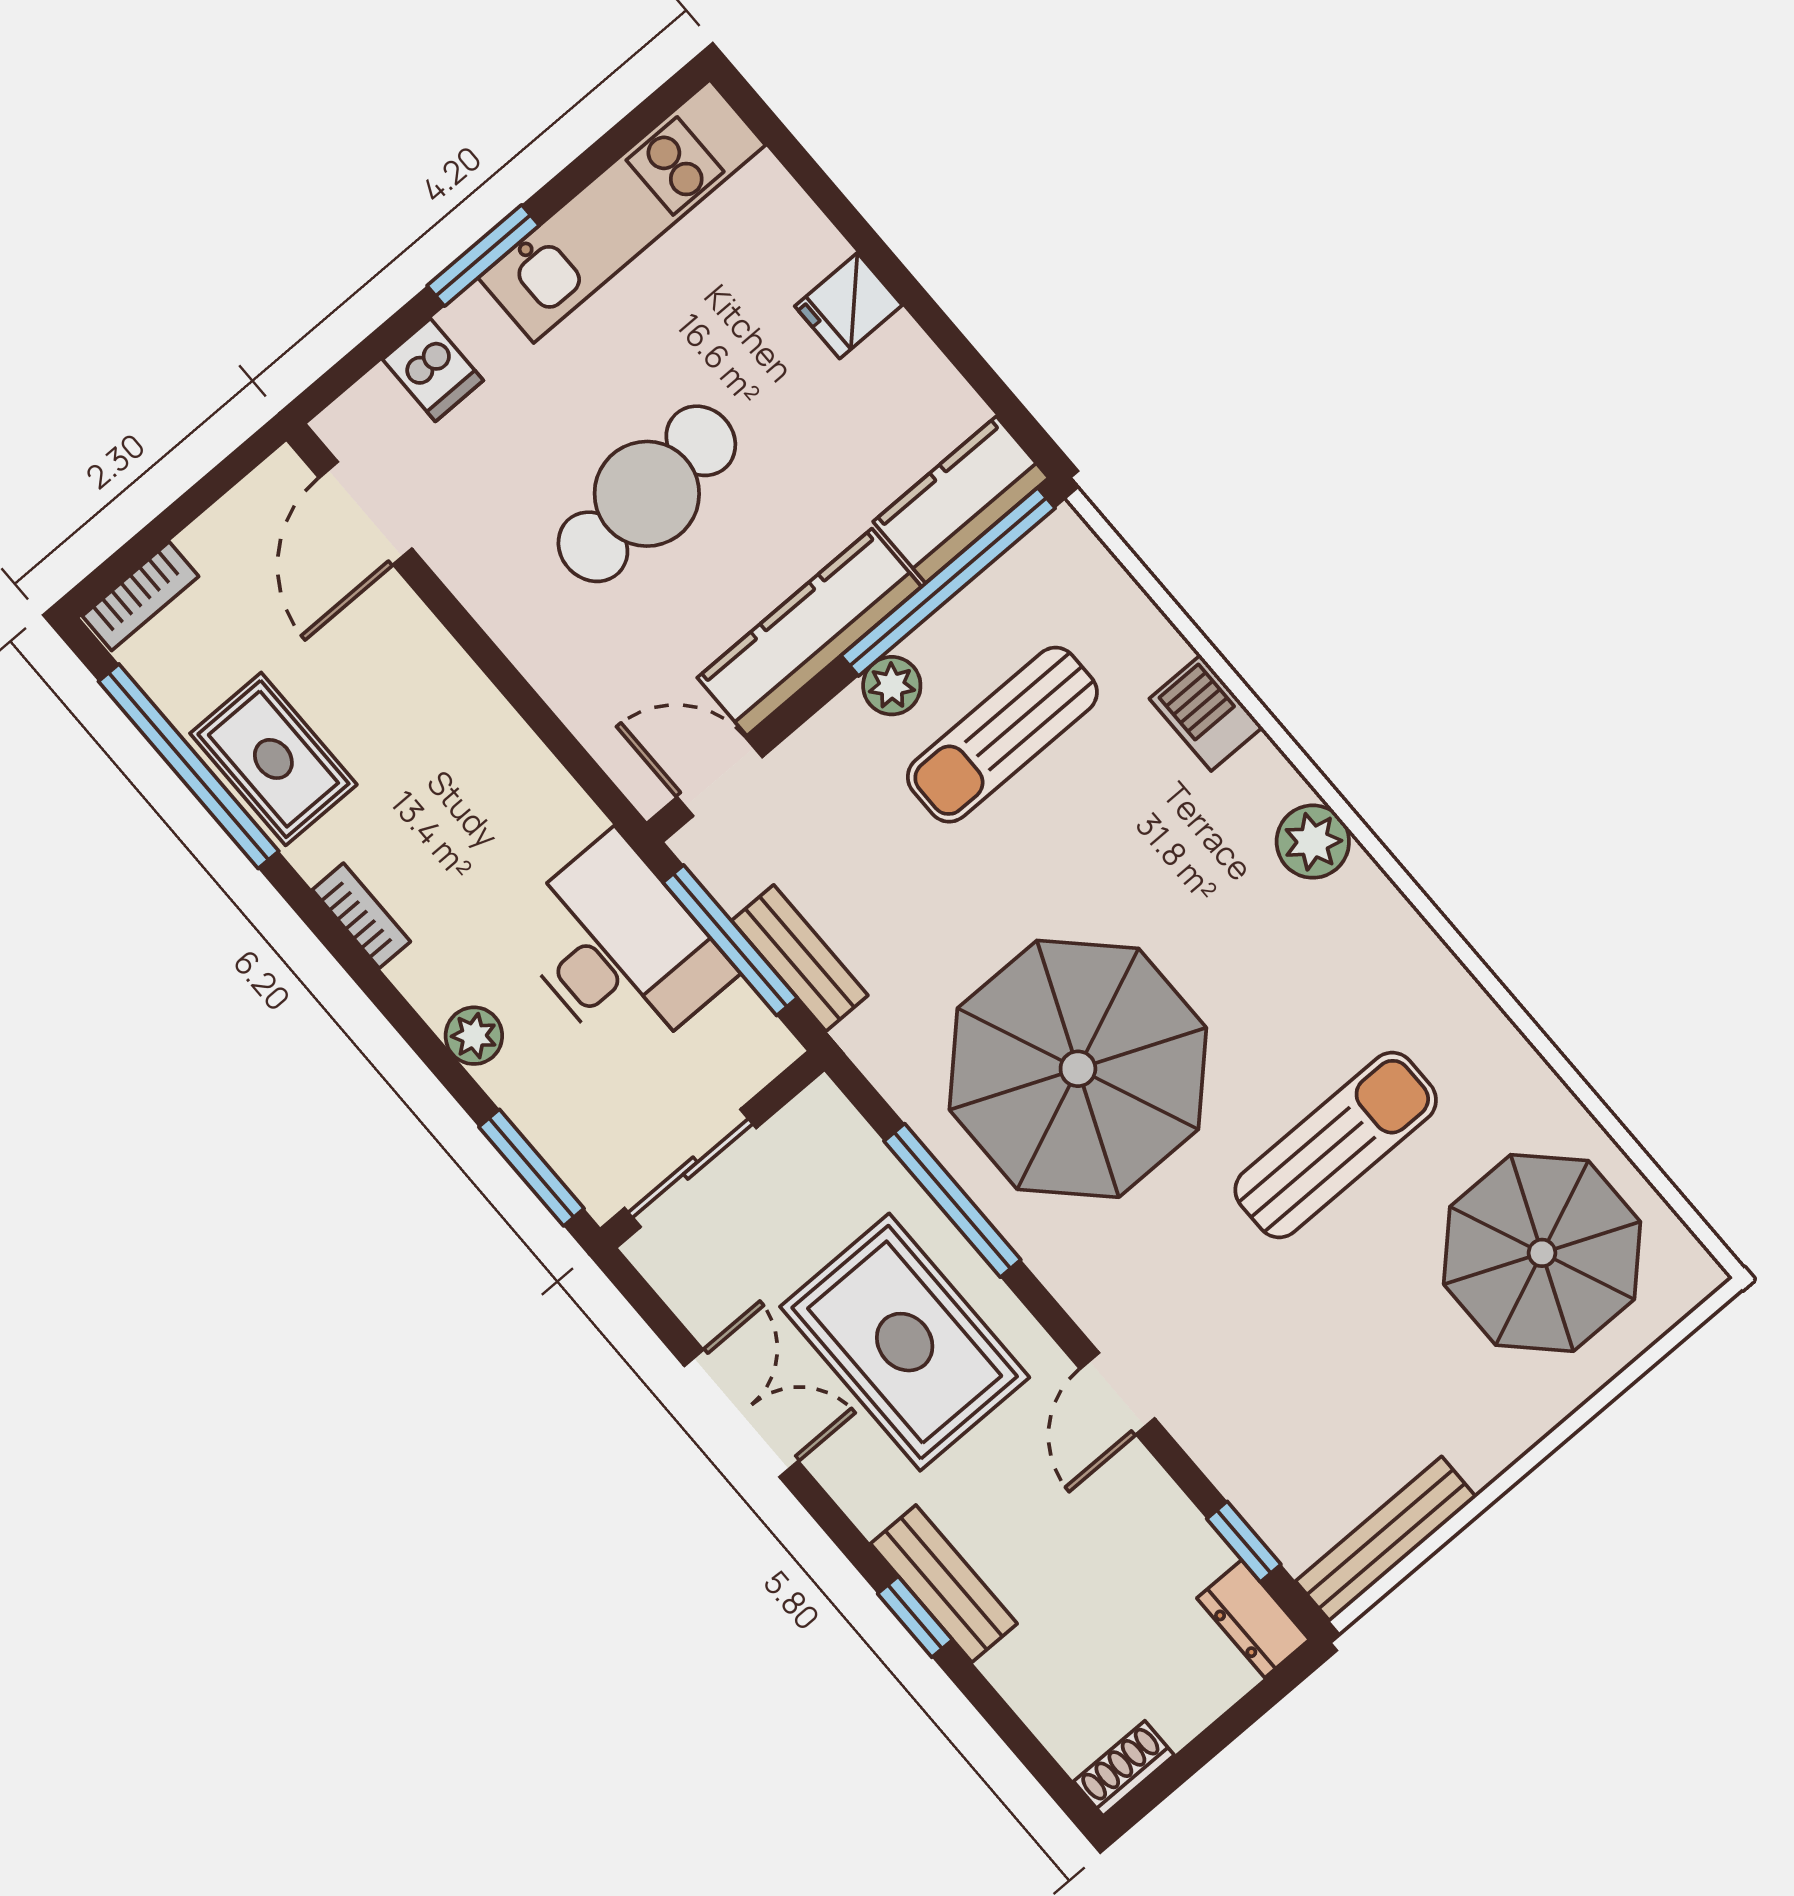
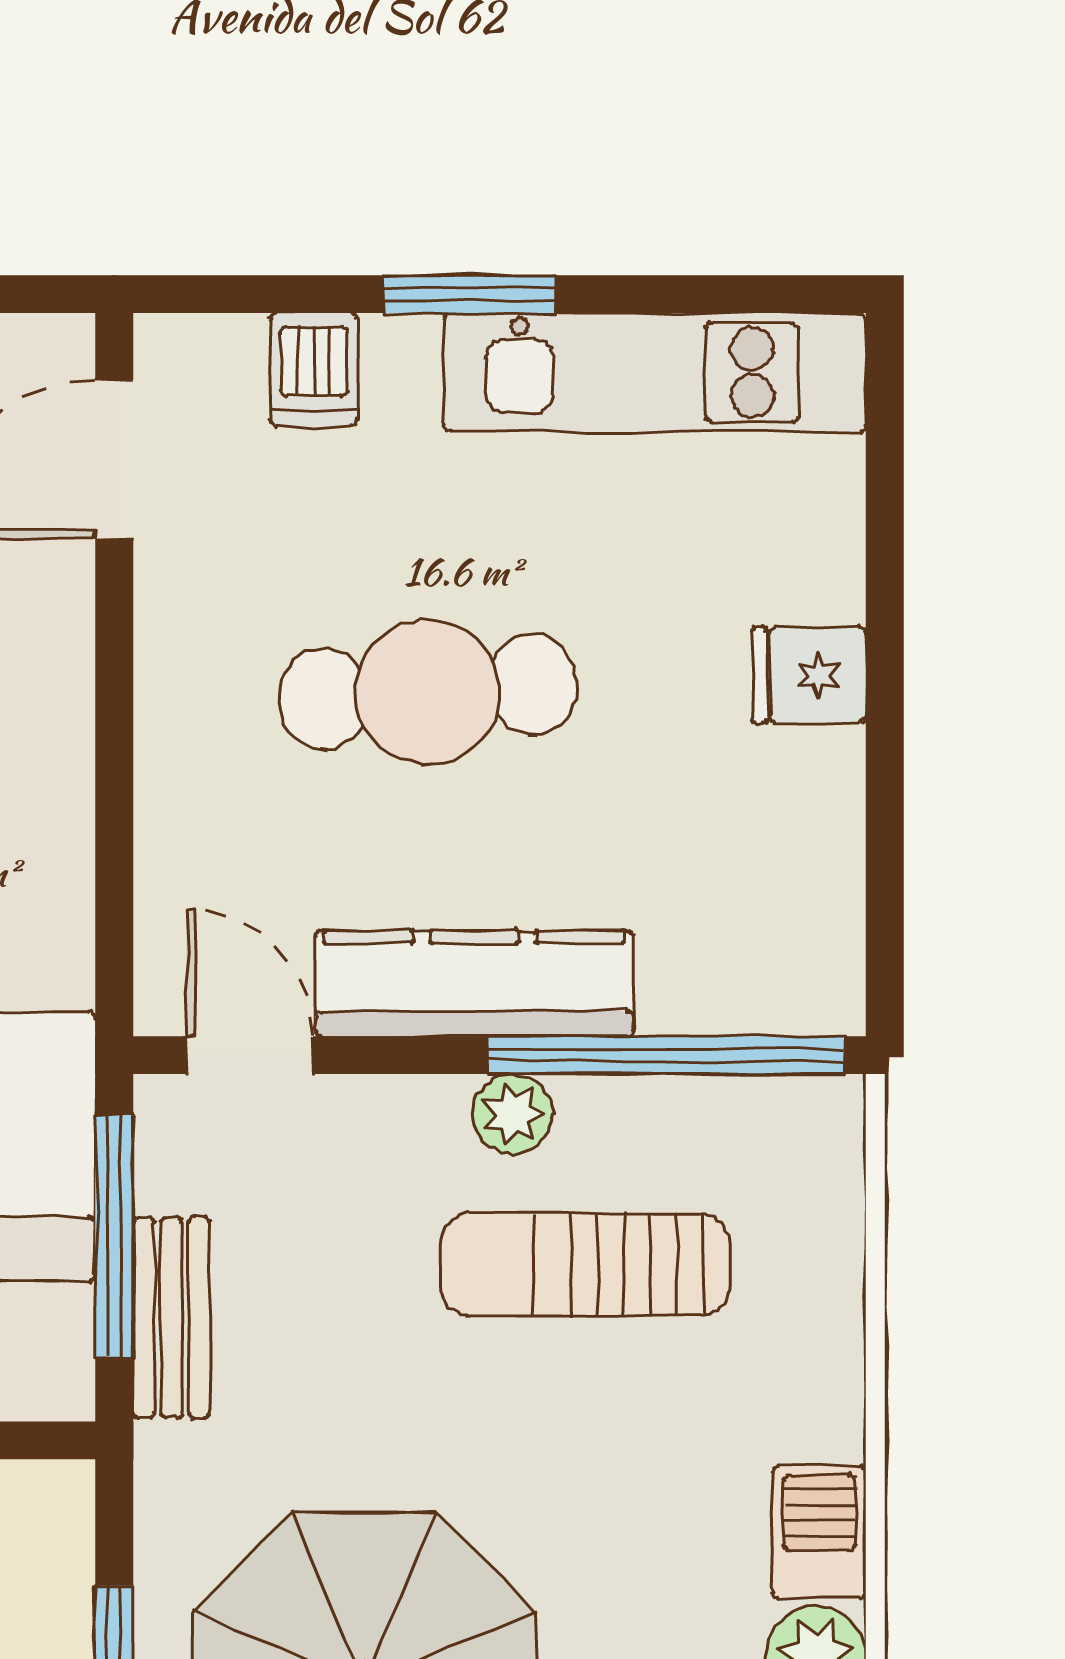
kitchen counter: (961, 500) -> (753, 980), removed
barbecue: (1206, 713) -> (819, 1532), moved

